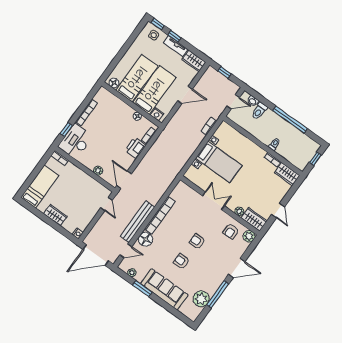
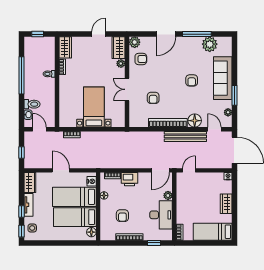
armchair: (109, 120) -> (122, 216), added
desk: (76, 141) -> (161, 215), moved, turned -90
armchair: (197, 241) -> (153, 98), moved
door: (237, 268) -> (166, 34), swing flipped

